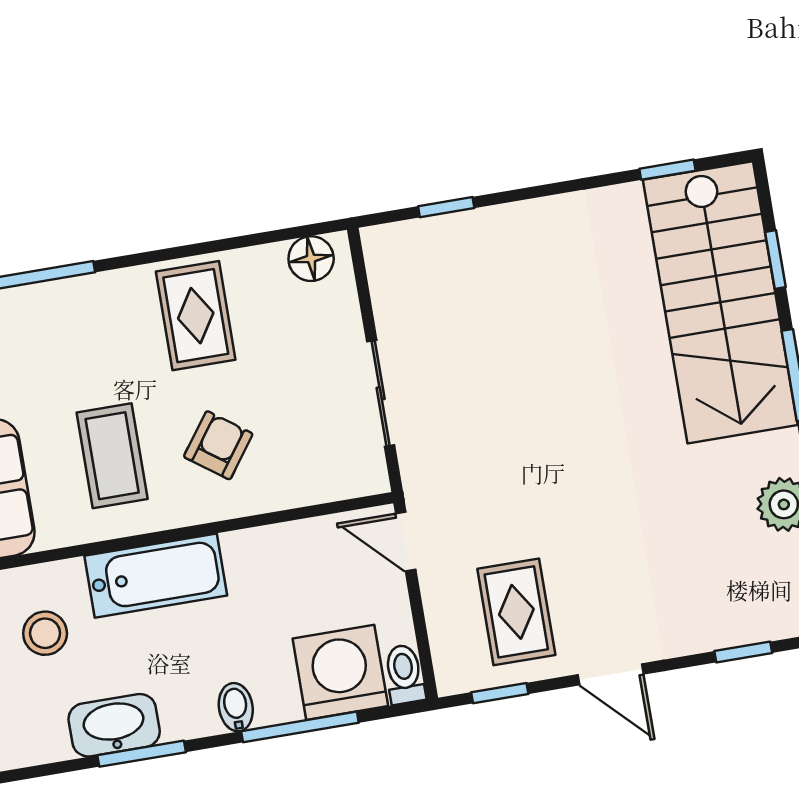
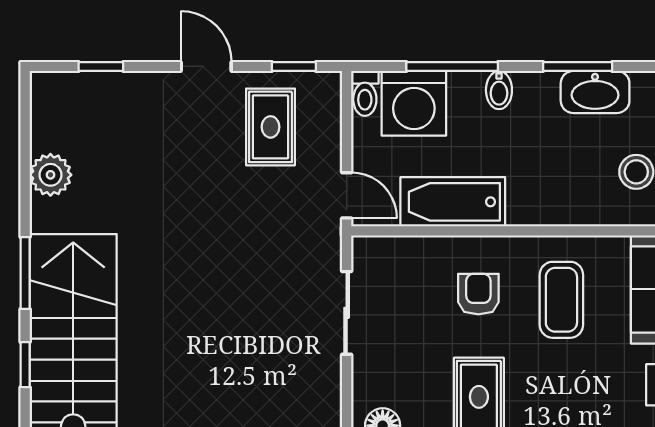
armchair: (218, 445) -> (478, 294), turned 144
bathtub: (156, 576) -> (453, 202), moved

